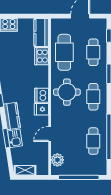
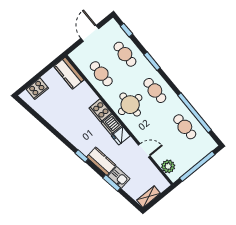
cafe table: (64, 52) -> (101, 74), width x0.73, depth x0.74
cooker: (42, 56) -> (100, 110), moved
door: (50, 134) -> (144, 150), swing flipped

